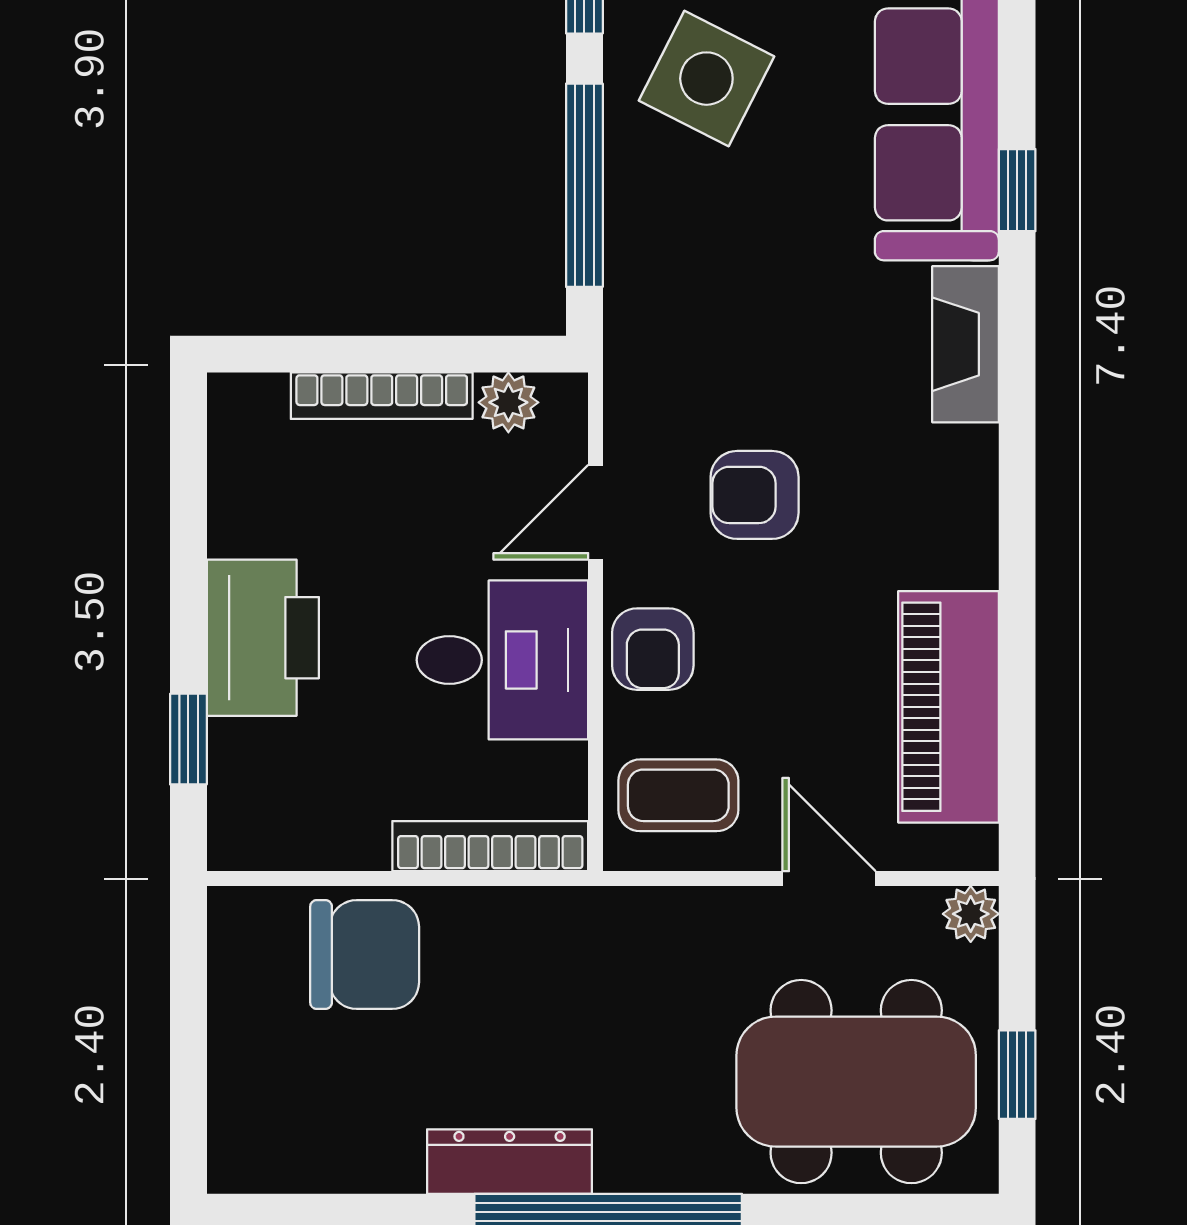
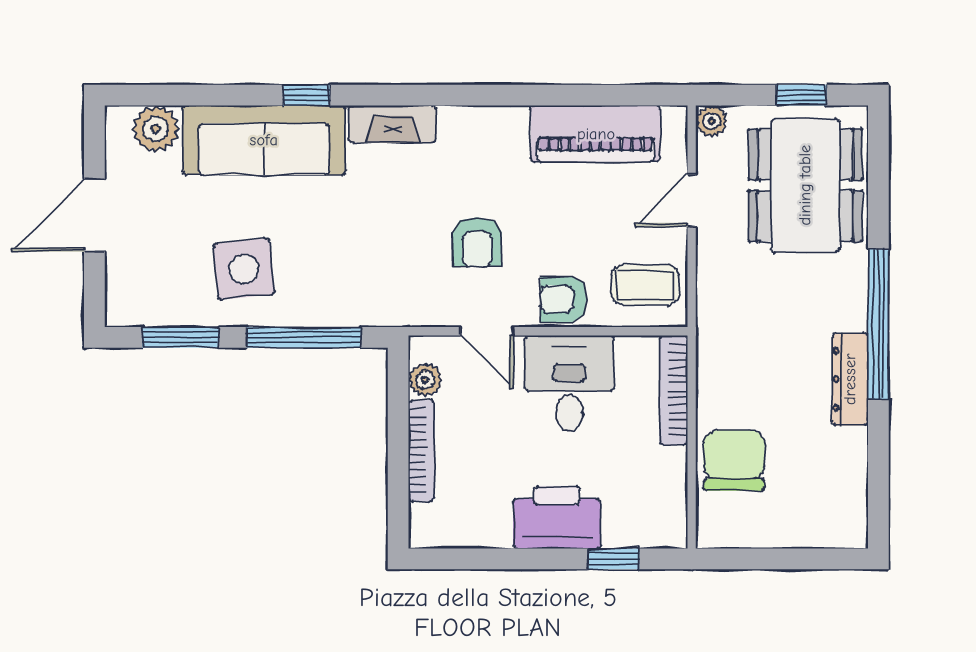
side table: (706, 79) -> (244, 269), turned -33
armchair: (653, 649) -> (563, 299), turned 180
coffee table: (678, 795) -> (645, 285), turned 90

